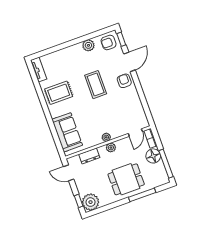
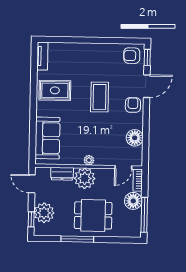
plant: (88, 45) -> (108, 50), removed
floor lamp: (135, 106) -> (135, 138), added
plant: (111, 148) -> (85, 178), width x1.87, depth x1.87
window: (142, 195) -> (77, 239), moved
plant: (91, 202) -> (44, 213), moved

